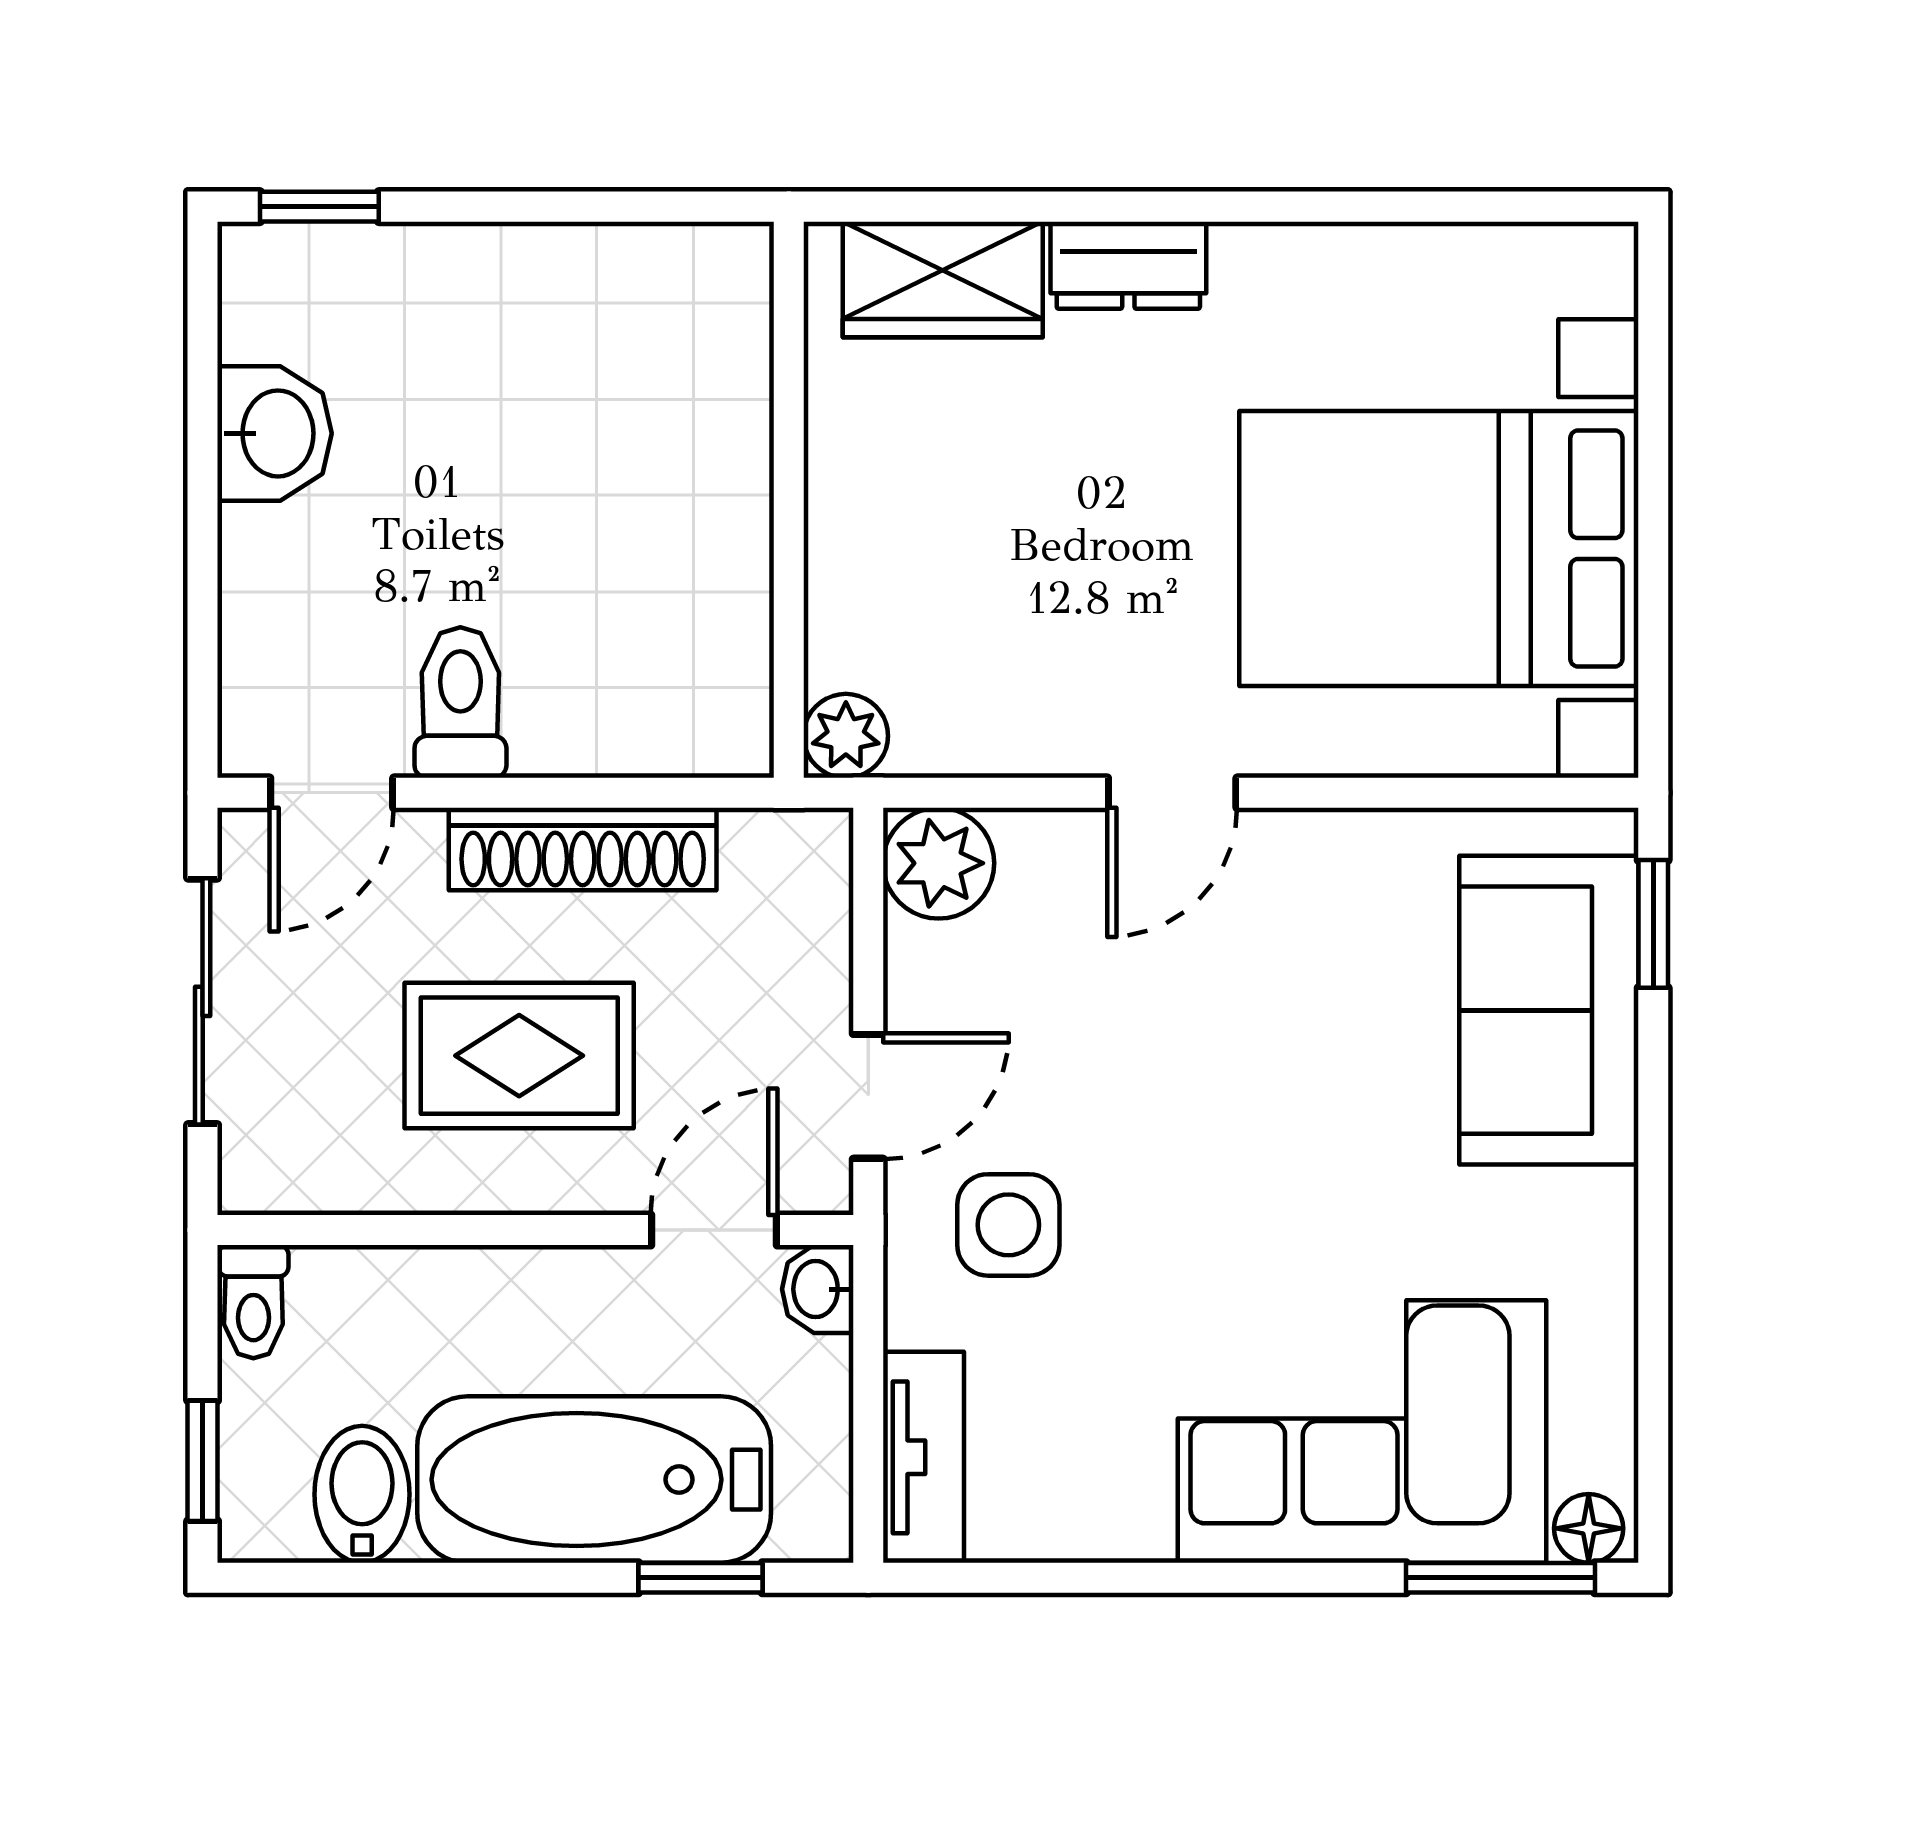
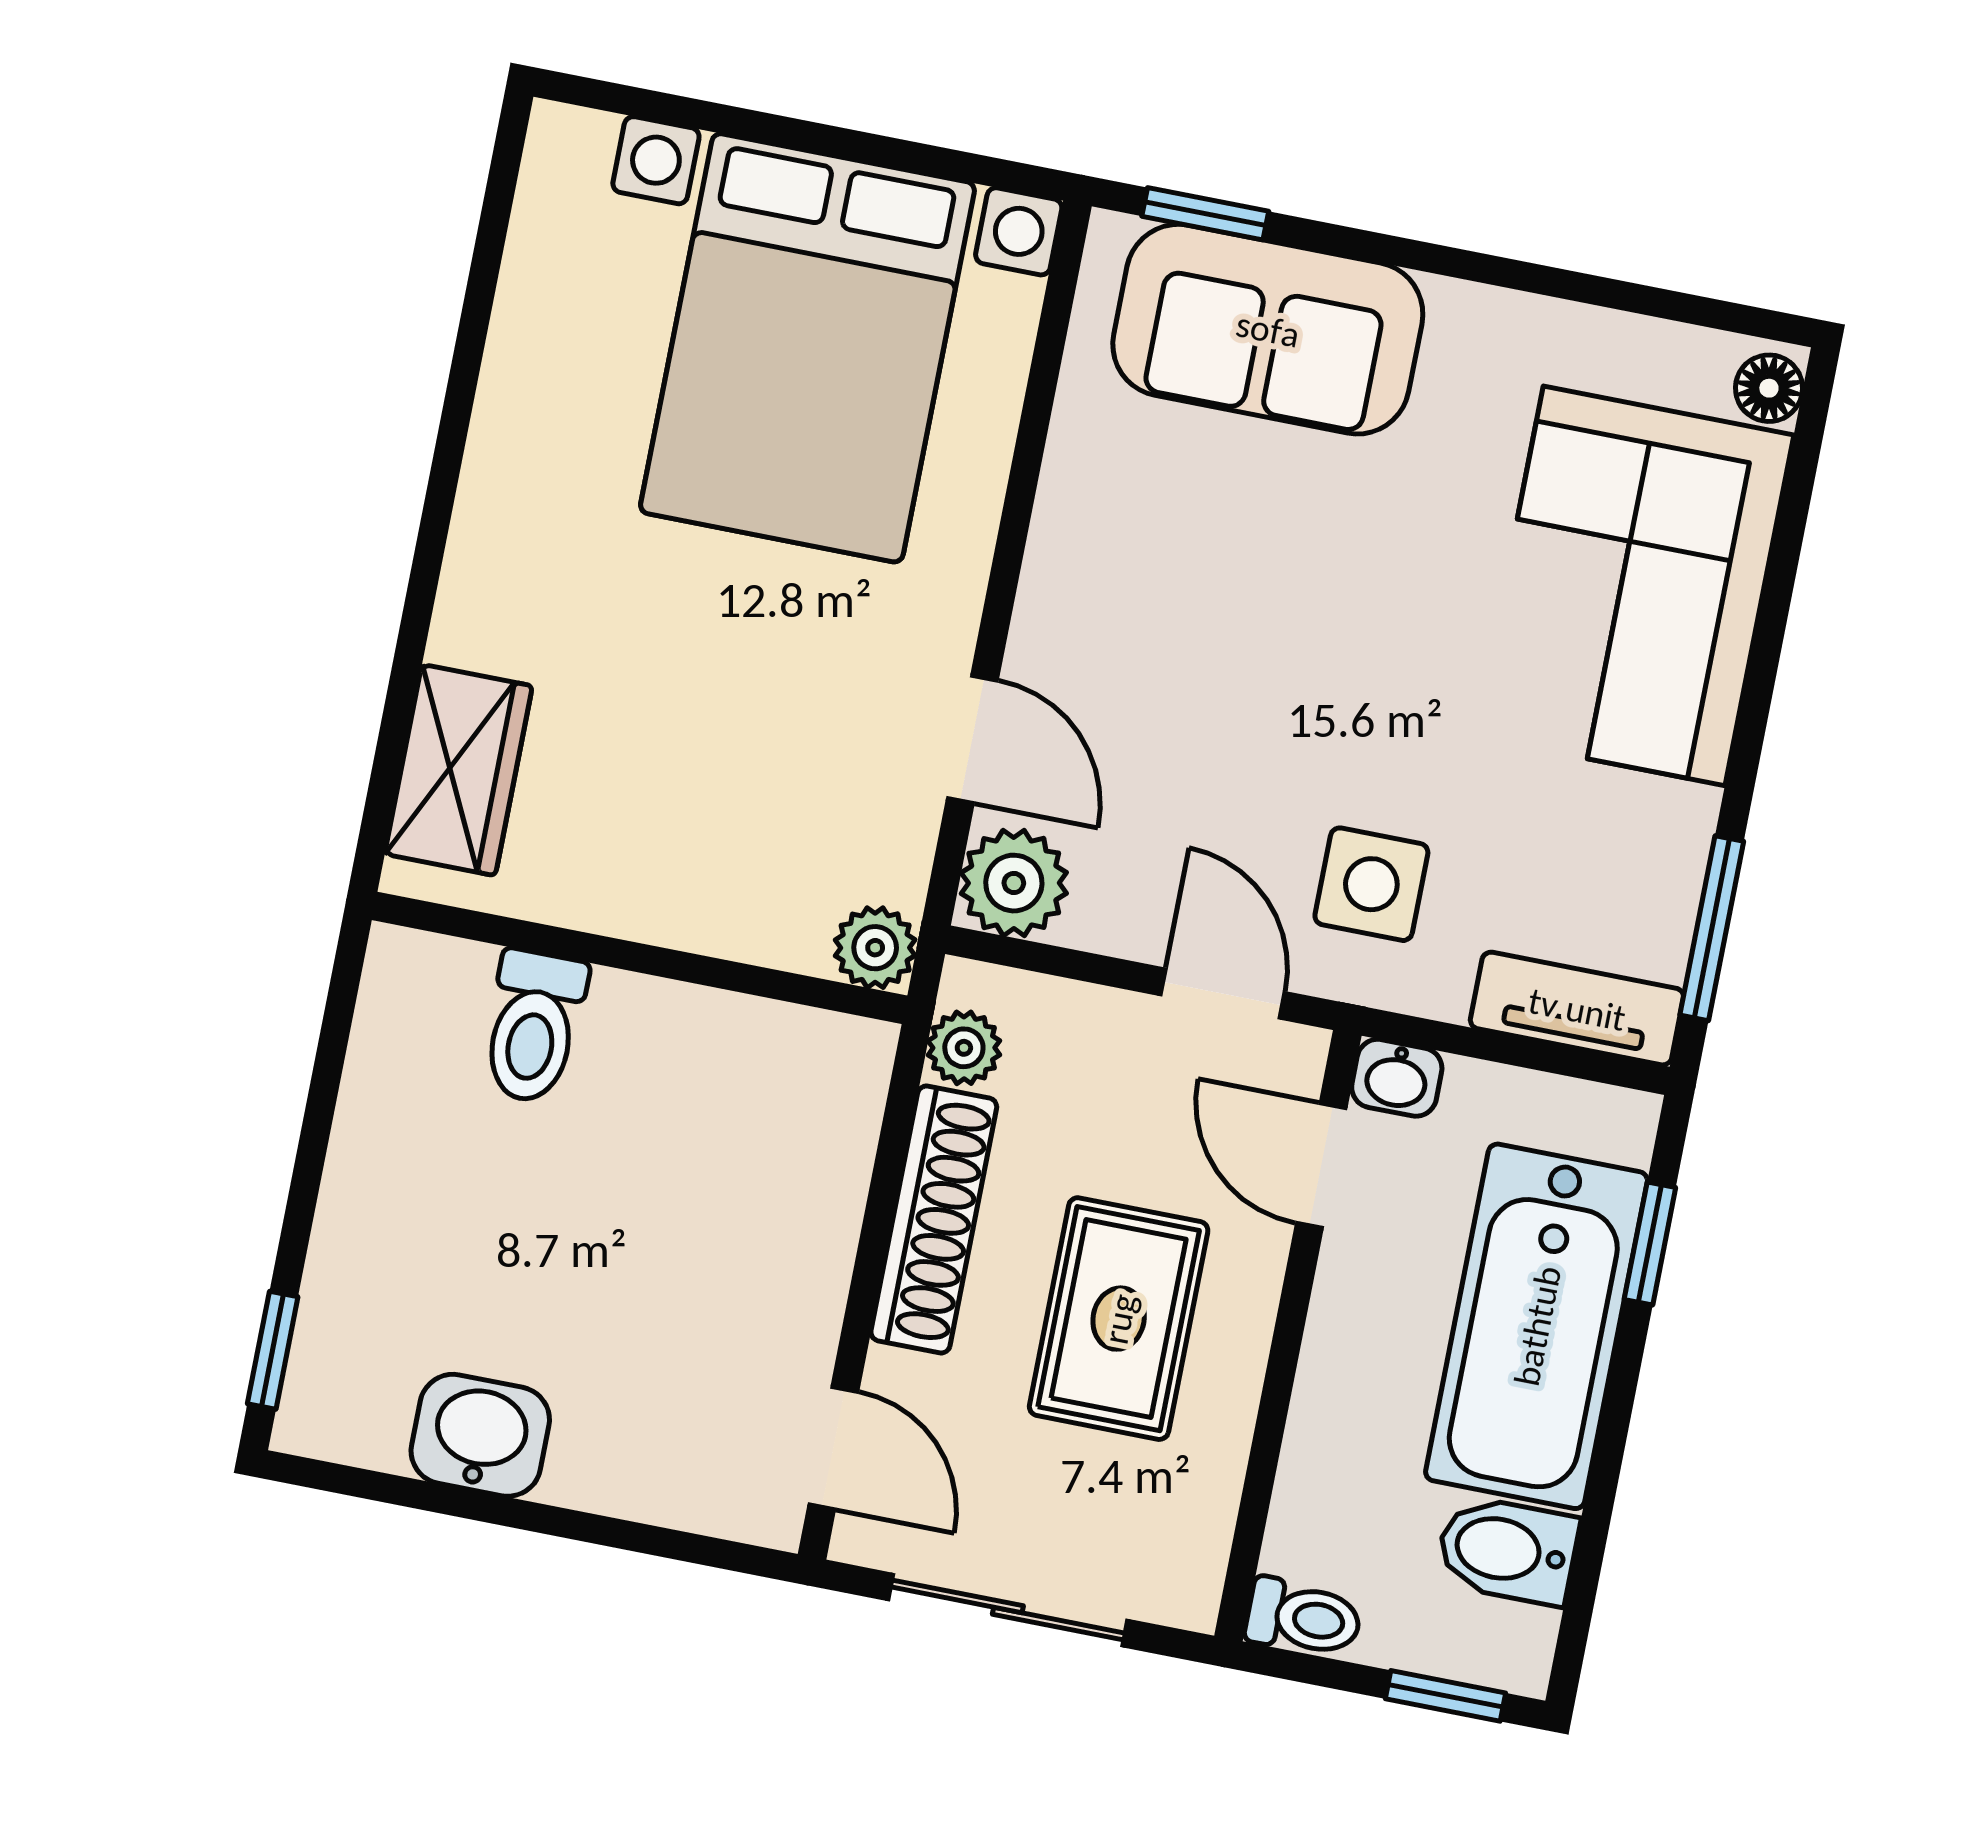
dresser: (1128, 265) -> (480, 591), removed
toilet: (460, 702) -> (534, 1026), moved, turned -90
door: (1172, 793) -> (972, 739), moved
plant: (762, 845) -> (964, 1048), added
window: (1500, 1578) -> (1712, 928), moved

